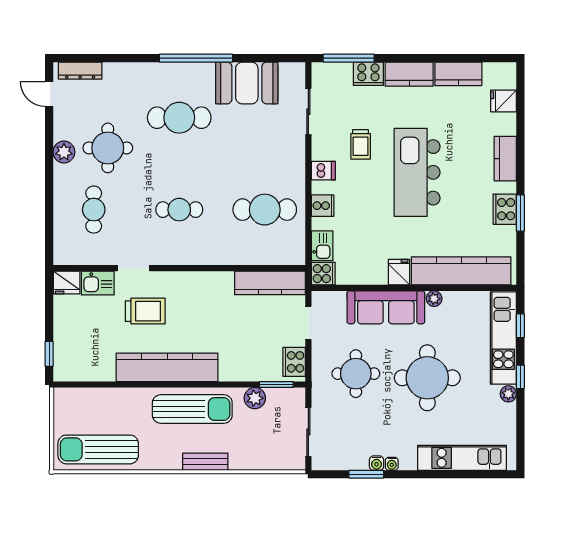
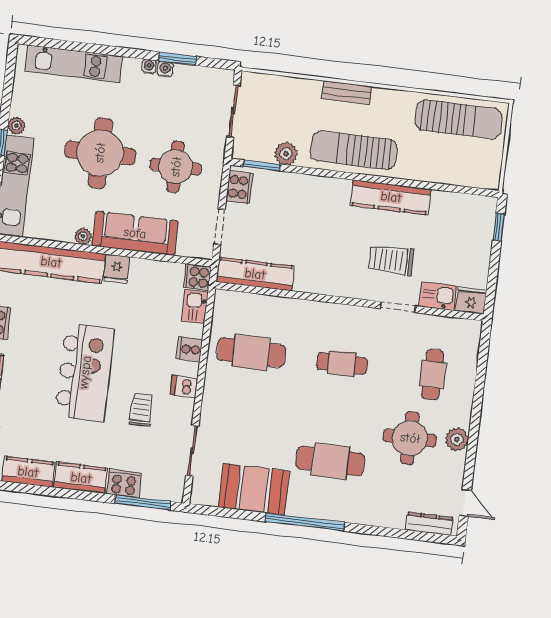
kitchen counter: (167, 367) -> (391, 197), width x0.72, depth x0.86

